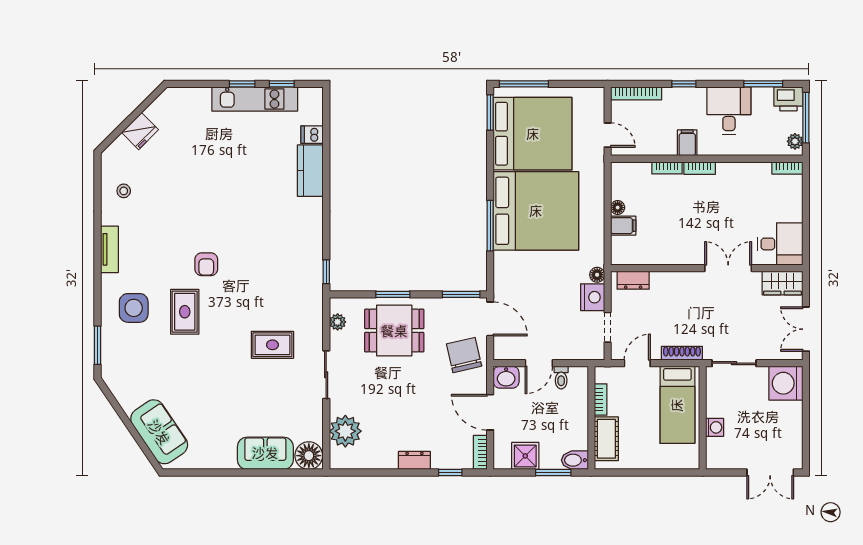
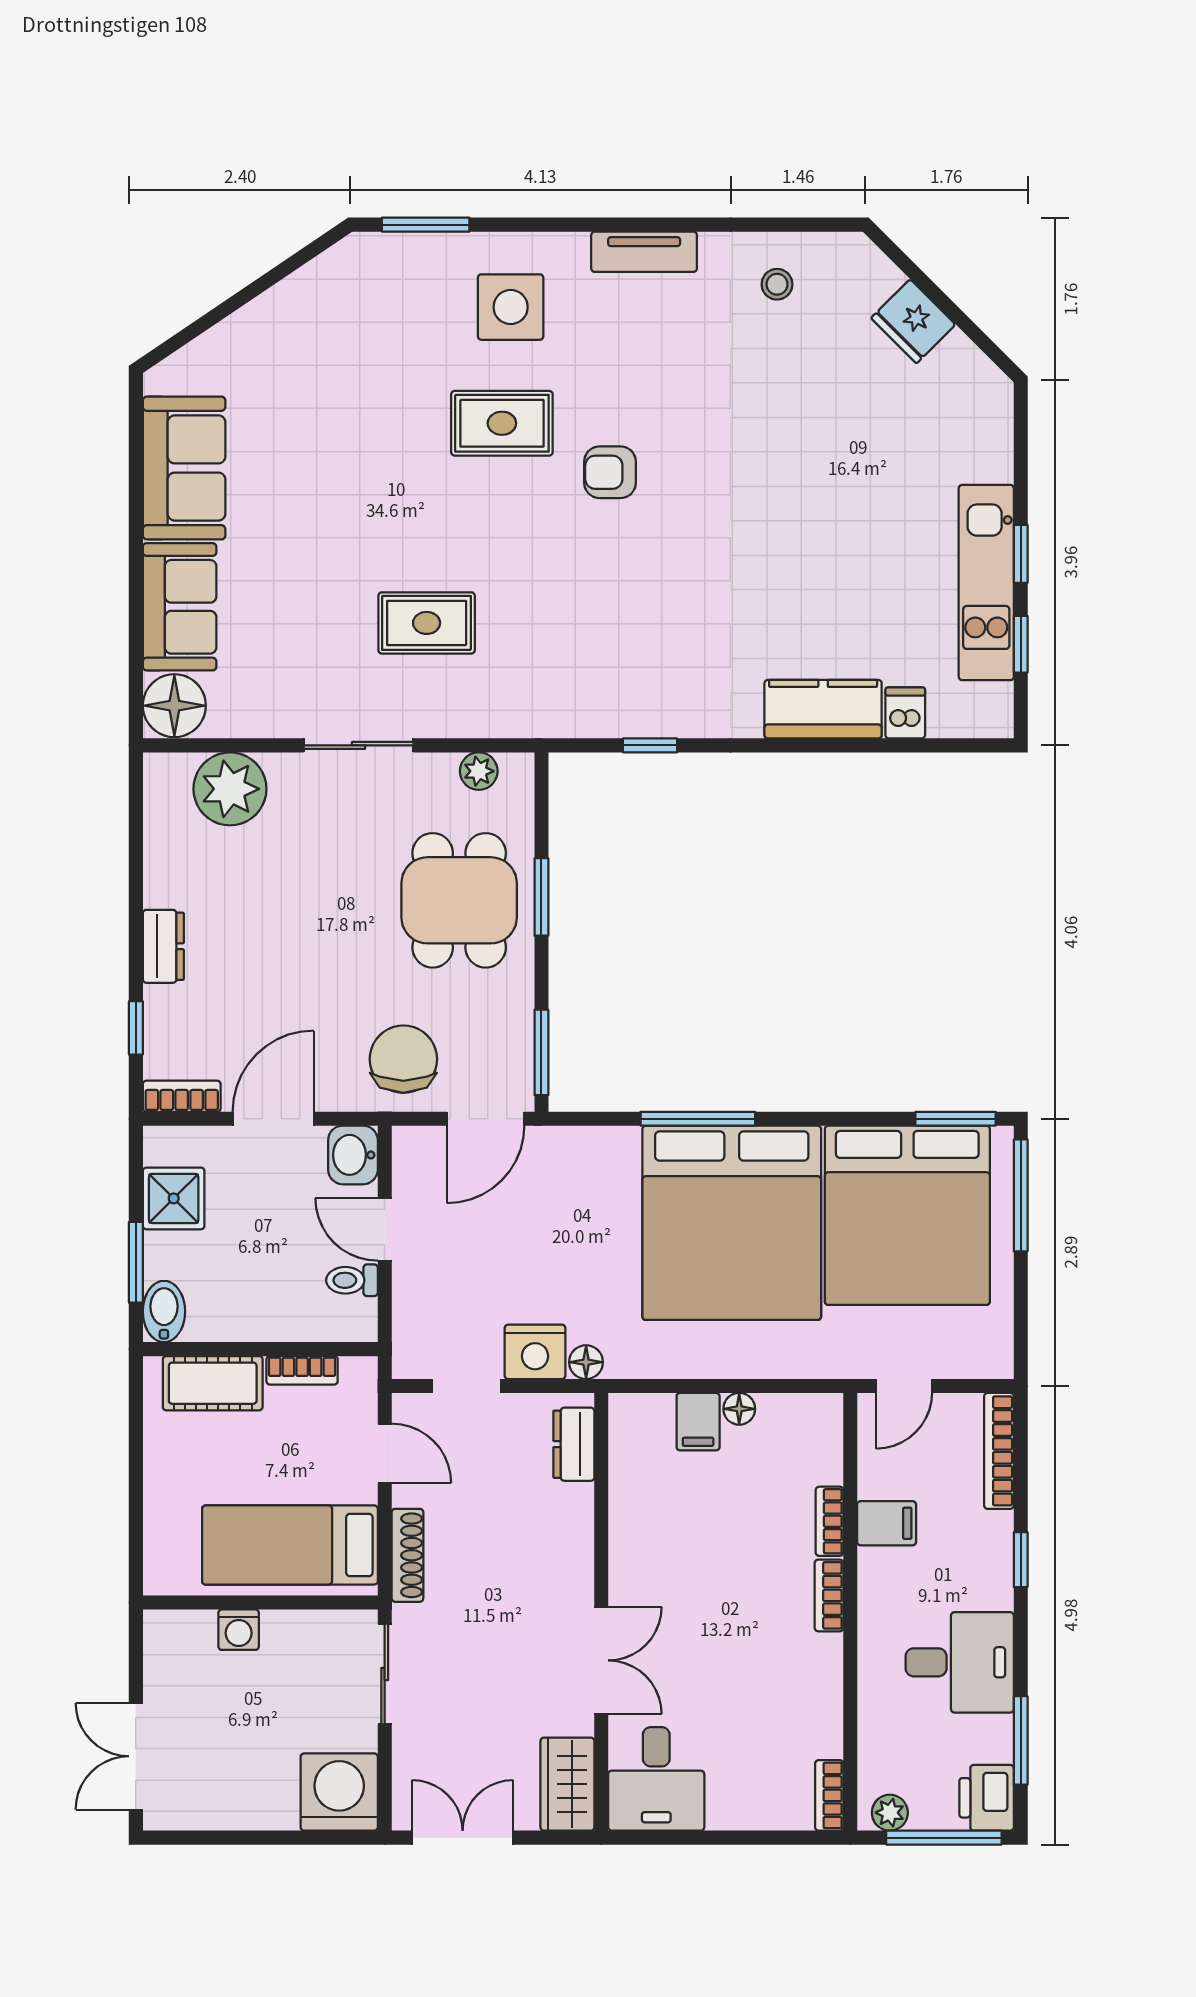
filing cabinet: (687, 143) -> (887, 1523), moved
window: (326, 272) -> (650, 745), moved
rug: (272, 345) -> (427, 623), turned 90
chair: (464, 355) -> (403, 1059), turned -77
sofa: (159, 432) -> (184, 468), moved, turned -56

